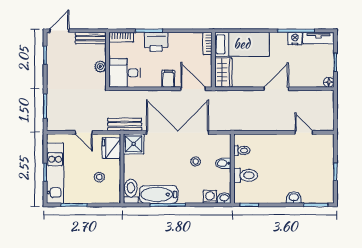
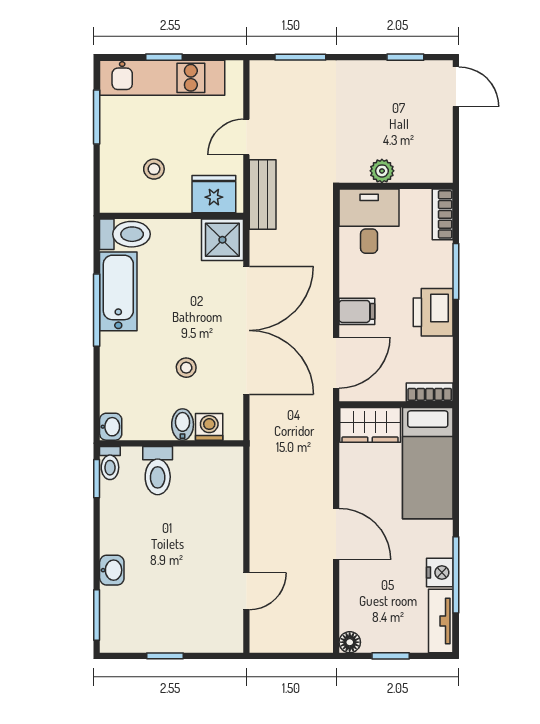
bench: (91, 38) -> (441, 151), removed
printer: (156, 42) -> (433, 312), moved
bench: (125, 124) -> (263, 195), moved
toilet: (242, 150) -> (110, 463), moved
washing machine: (210, 197) -> (209, 427), moved, turned -90

